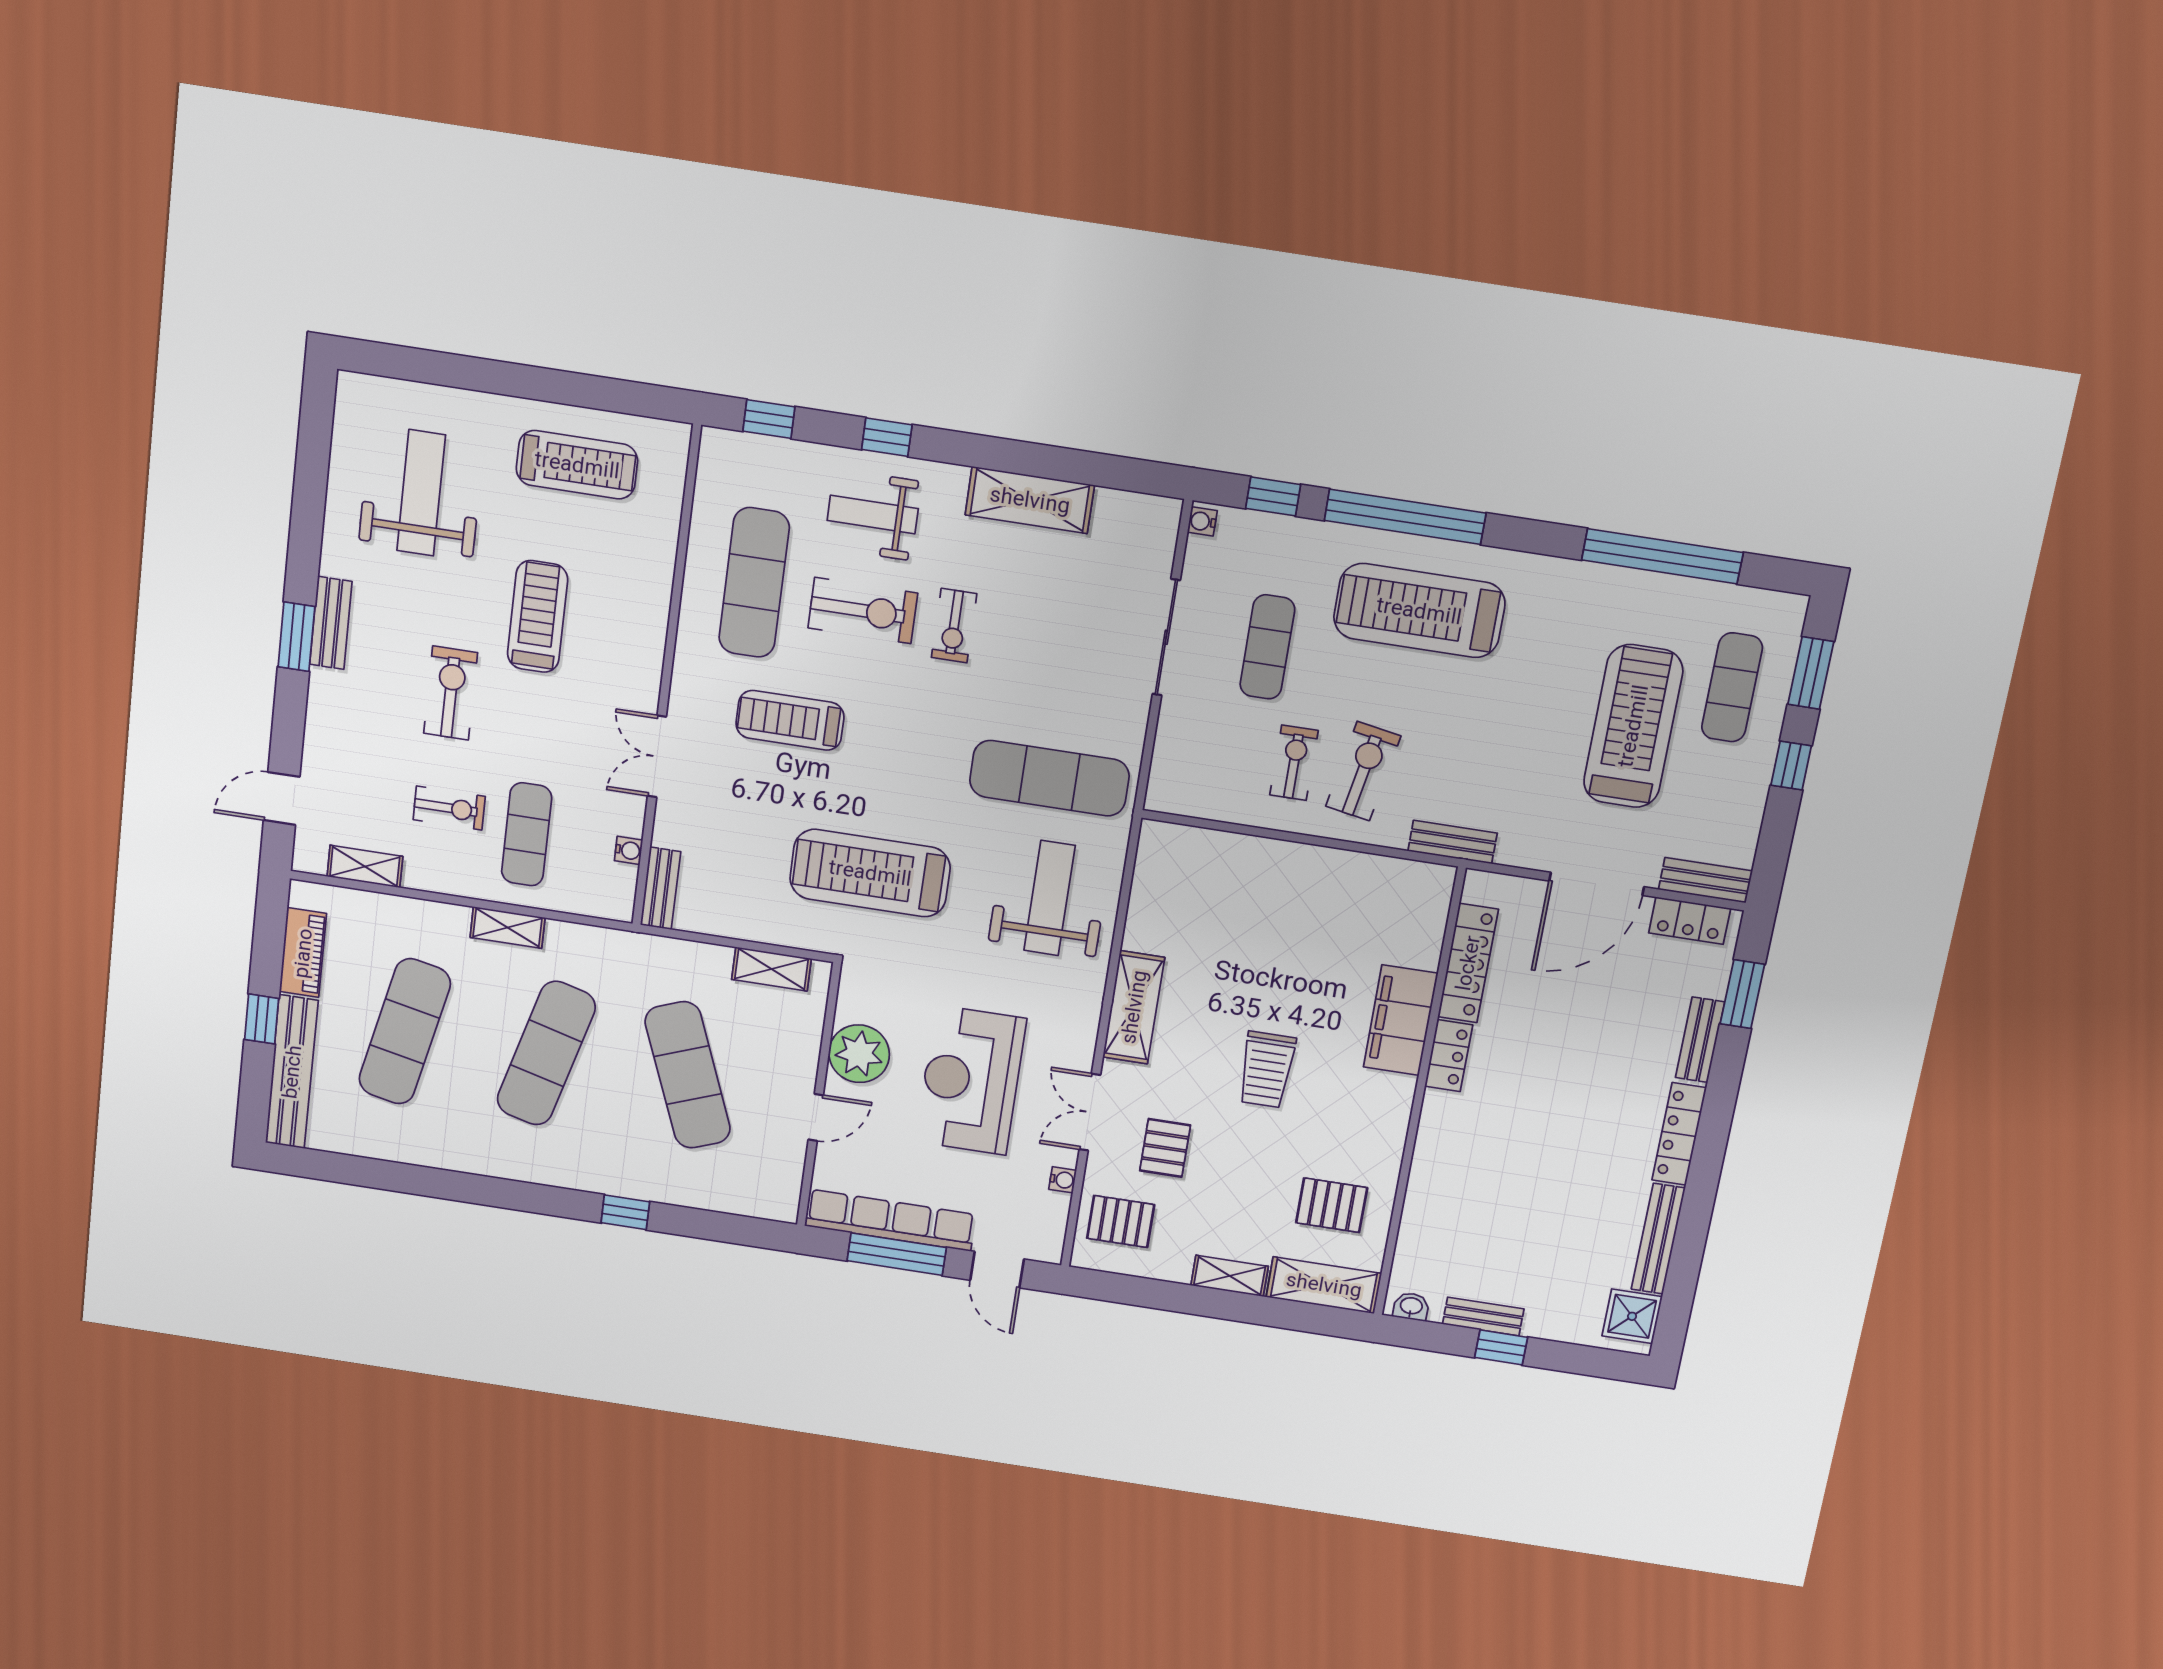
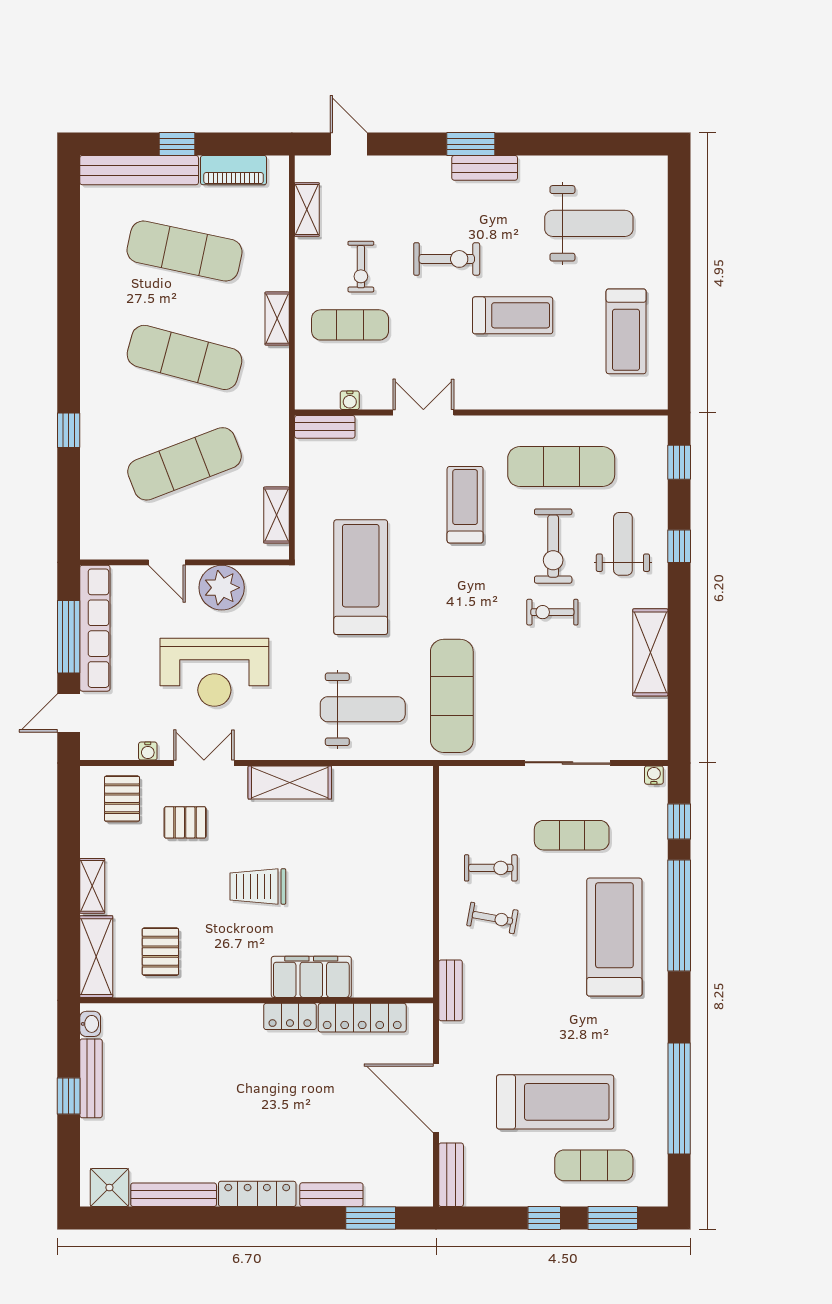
exercise bike: (1363, 771) -> (492, 918), width x0.73, depth x0.72
locker: (1690, 921) -> (419, 1170), removed
reception desk: (971, 1080) -> (214, 672), turned 180
bench: (1483, 1317) -> (91, 1078), width x1.36

